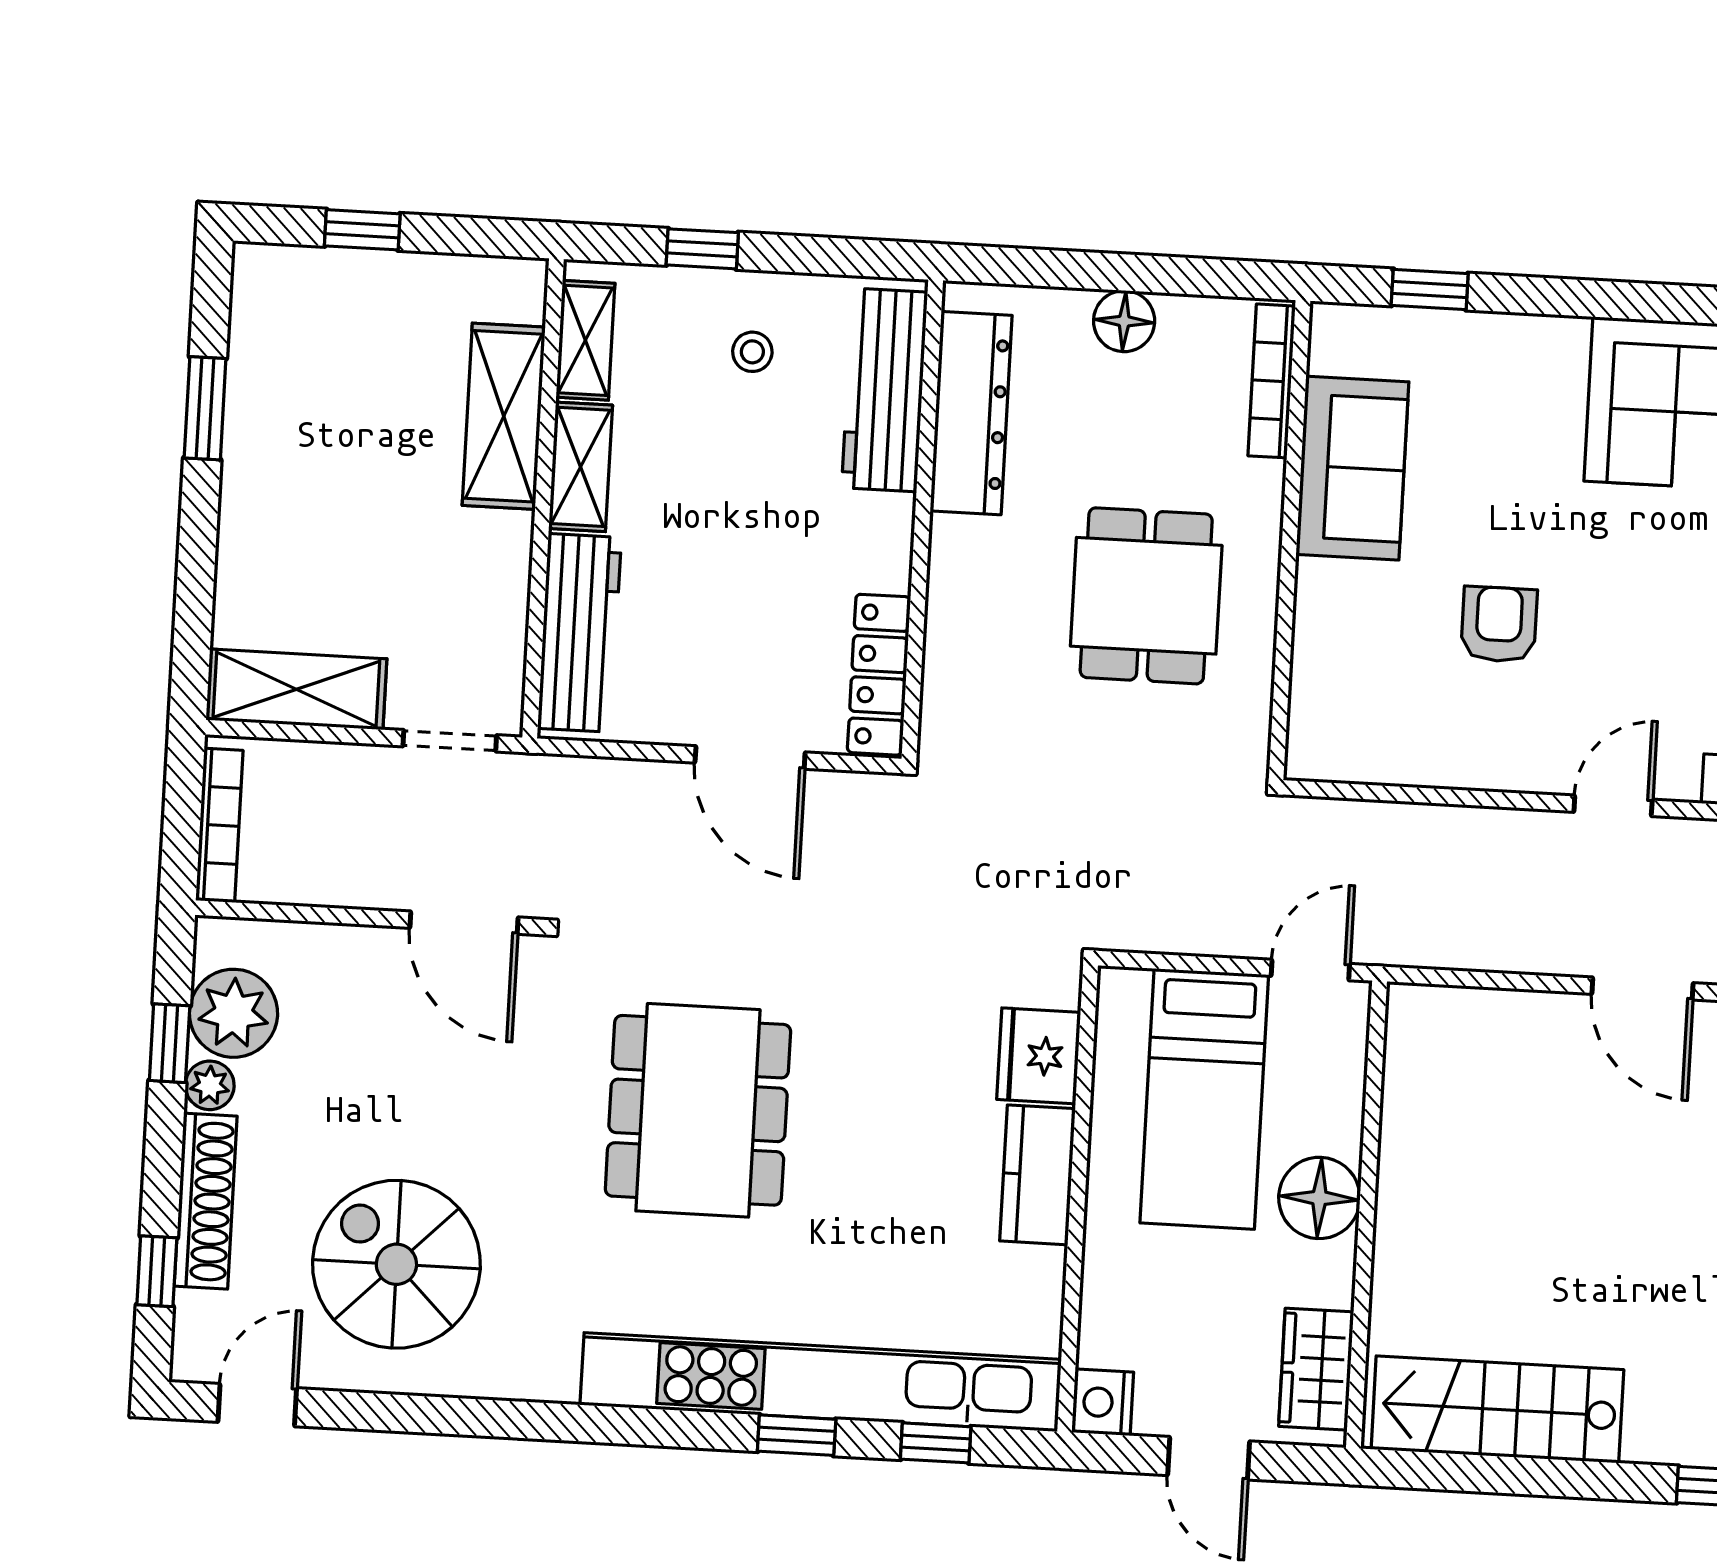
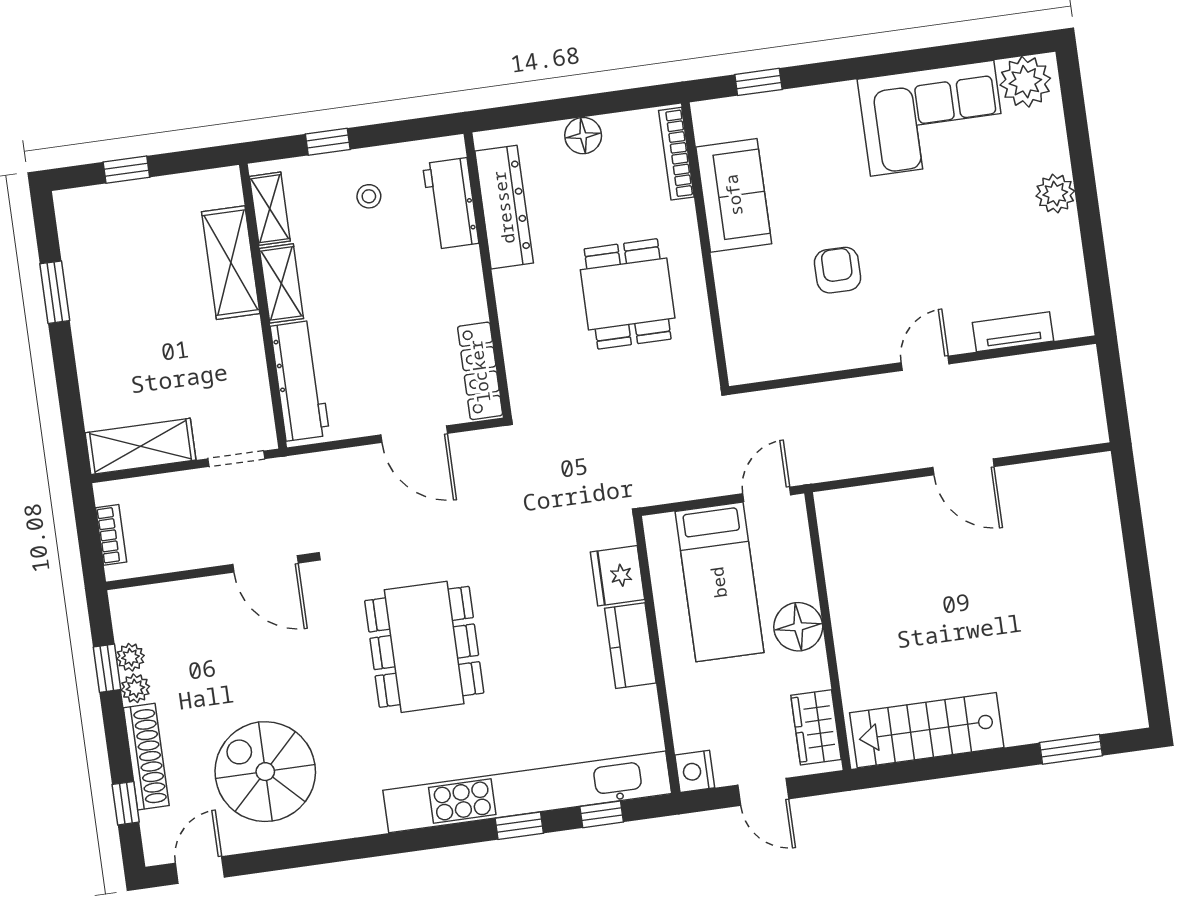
workbench: (885, 390) -> (451, 203), width x0.73
bookcase: (219, 825) -> (111, 535), width x0.64
plant: (233, 1013) -> (130, 657), width x0.53, depth x0.53

